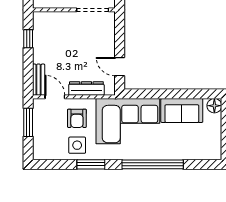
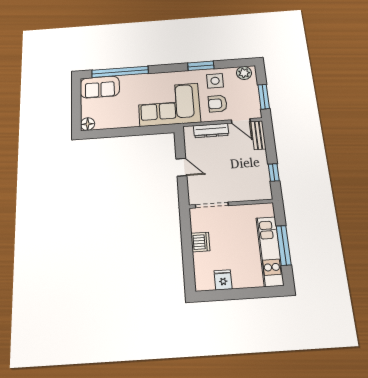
door: (120, 67) -> (181, 167), moved
sofa: (182, 110) -> (100, 87), moved, turned 180
armchair: (77, 118) -> (218, 104), turned -90
plant: (45, 152) -> (244, 73), added
window: (153, 164) -> (120, 72), moved

